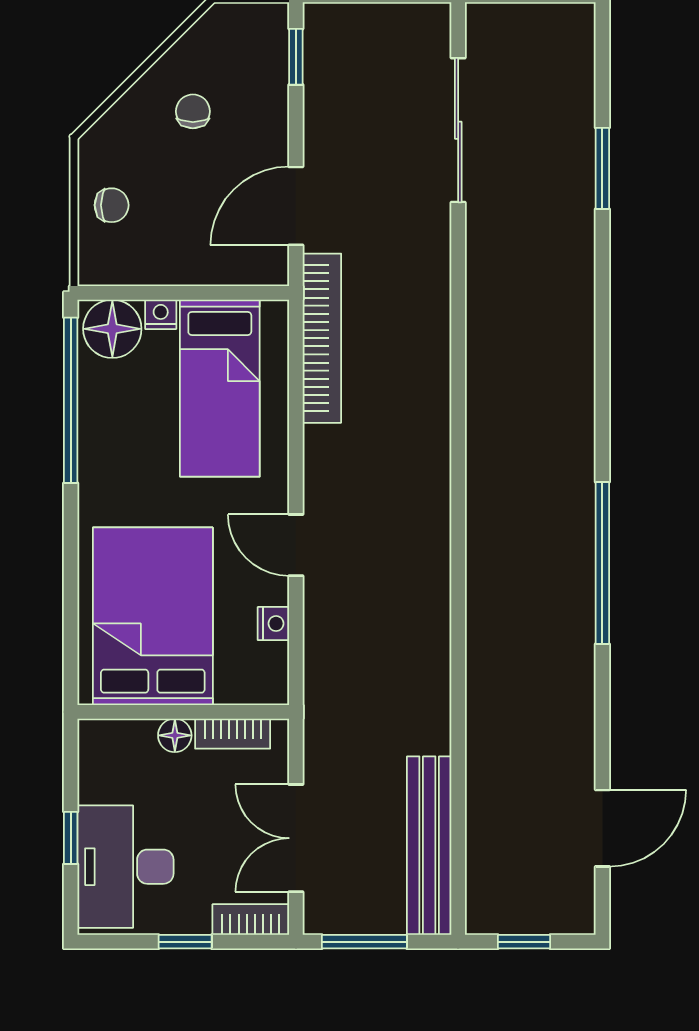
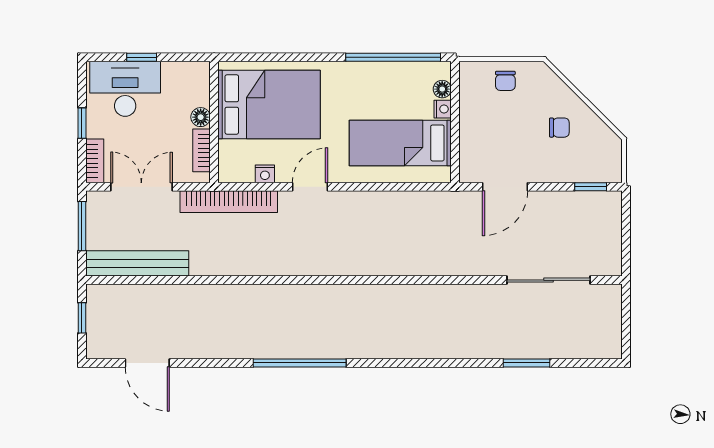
door: (296, 206) -> (505, 187), swing flipped
floor lamp: (112, 329) -> (442, 89), width x0.53, depth x0.53
bookcase: (322, 338) -> (229, 202), moved

